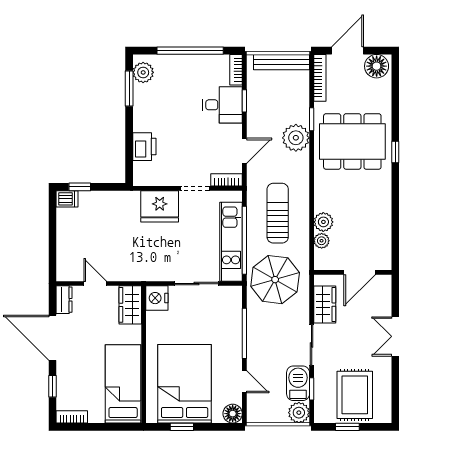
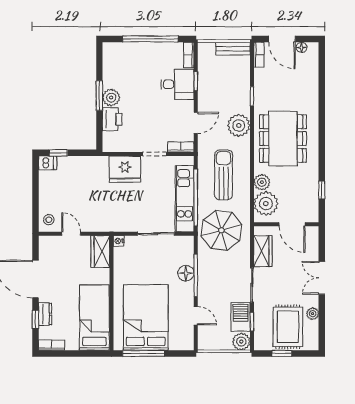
door: (348, 51) -> (282, 39), swing flipped
bench: (281, 62) -> (233, 49), width x0.73
floor lamp: (377, 66) -> (302, 47), width x0.53, depth x0.53
plant: (143, 72) -> (111, 98), moved
bookcase: (320, 78) -> (259, 55), width x0.64
window: (129, 88) -> (99, 96), moved
plant: (296, 138) -> (239, 125), moved
dining table: (352, 141) -> (283, 139), moved, turned 90
window: (395, 152) -> (322, 190), moved
plant: (322, 241) -> (266, 204), width x1.88, depth x1.88
stool: (69, 267) -> (49, 220), added
door: (360, 272) -> (292, 224), hinge flipped
nightstand: (157, 298) -> (119, 241), width x0.53, depth x0.56
dresser: (64, 300) -> (45, 314), moved
plant: (384, 379) -> (313, 314), added
floor lamp: (233, 414) -> (186, 273), moved
window: (182, 427) -> (144, 353), width x2.17

